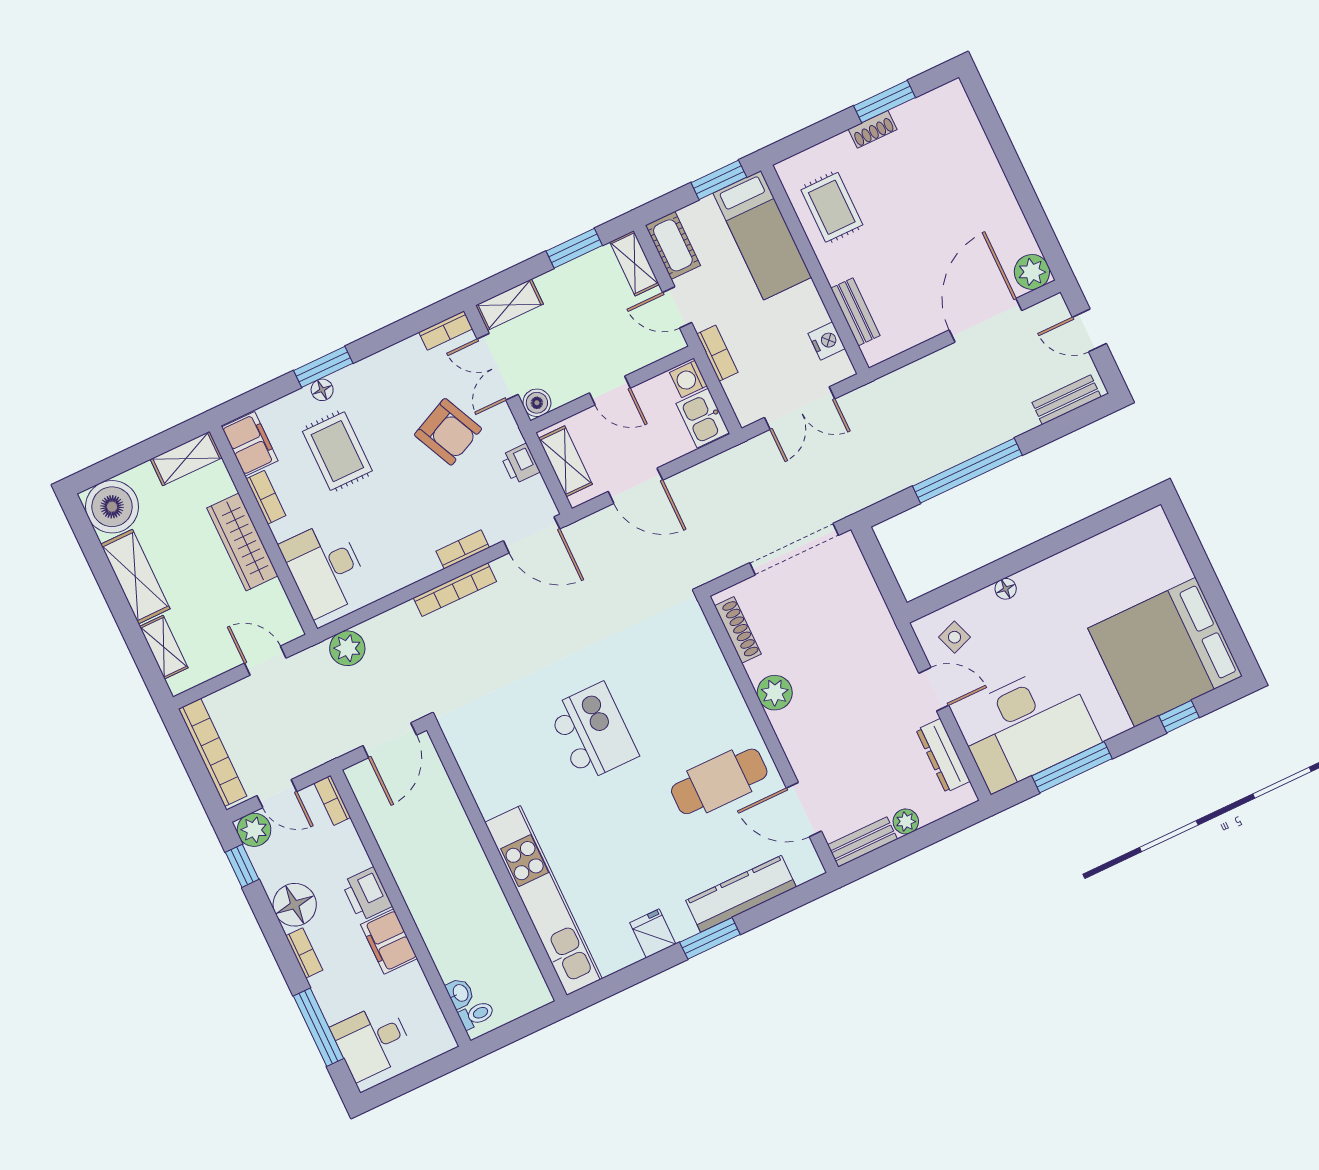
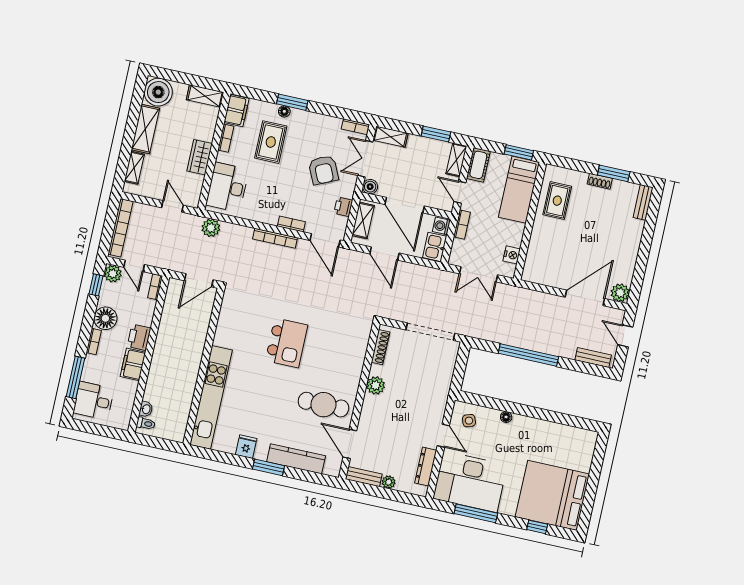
bench: (855, 312) -> (643, 202), moved
door: (610, 391) -> (405, 205), width x1.87
wardrobe: (242, 542) -> (200, 157), width x0.67

